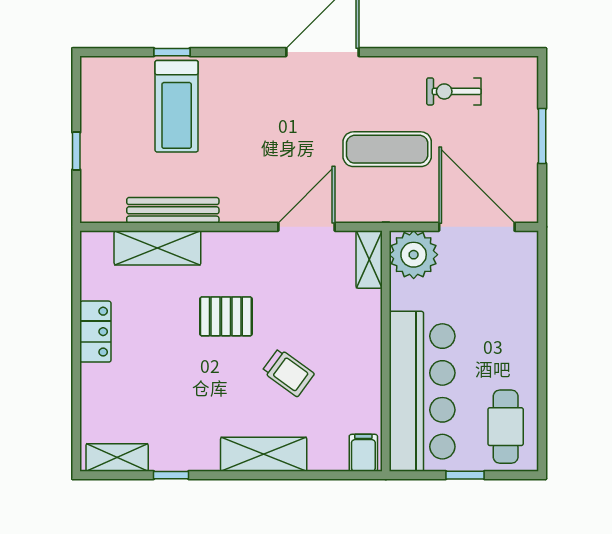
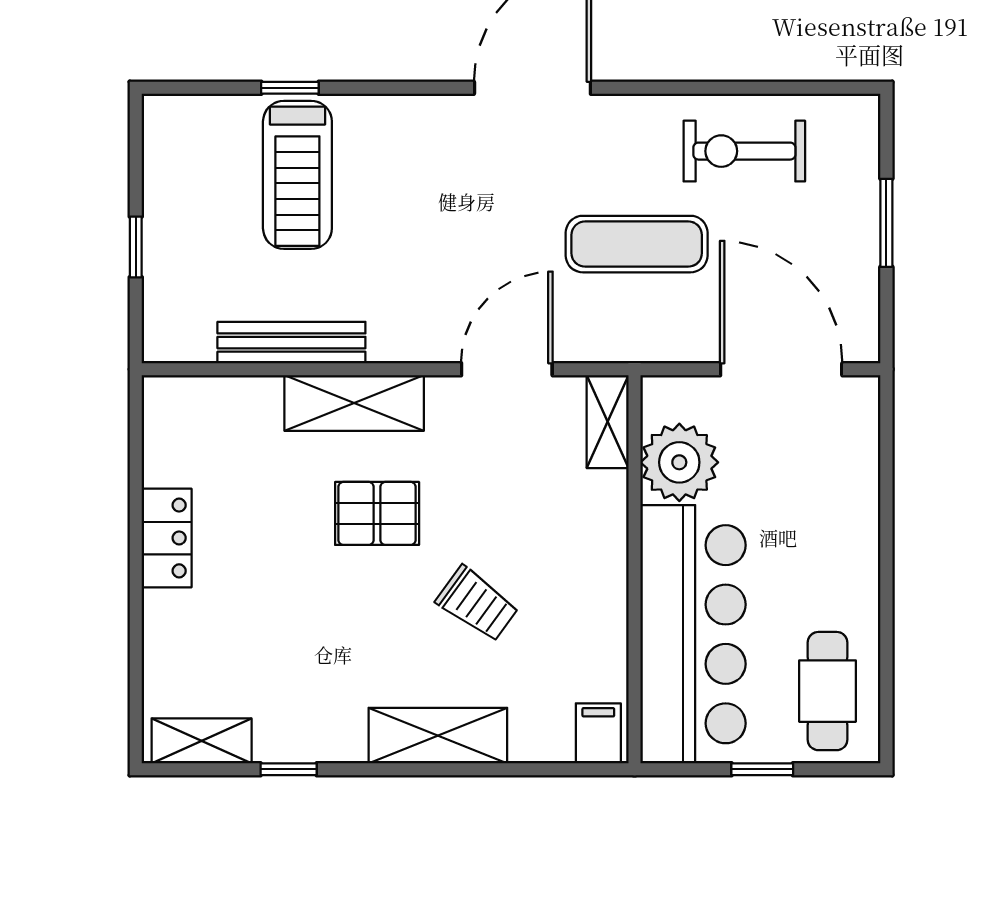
exercise bike: (454, 91) -> (744, 151), width x1.38, depth x1.39
shelving: (157, 248) -> (354, 403), moved
plant: (414, 255) -> (679, 462), moved

